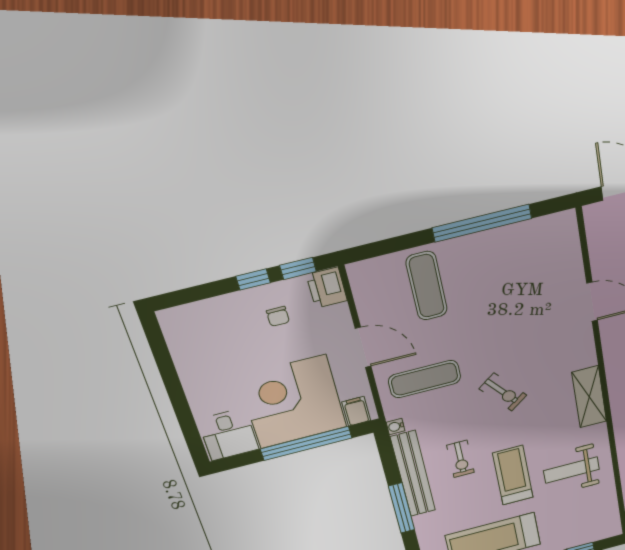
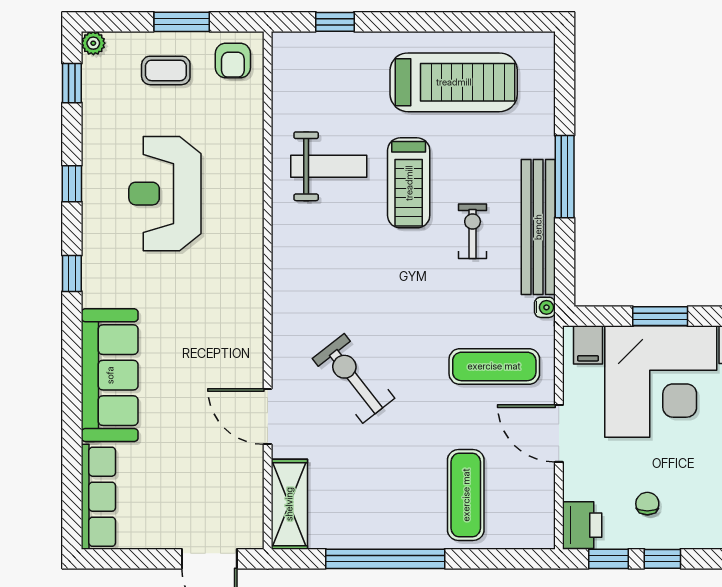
exercise bike: (503, 392) -> (353, 378), moved, width x1.38, depth x1.39
shelving: (589, 397) -> (289, 504), moved
window: (306, 443) -> (660, 316), width x0.47

